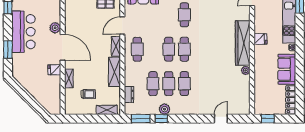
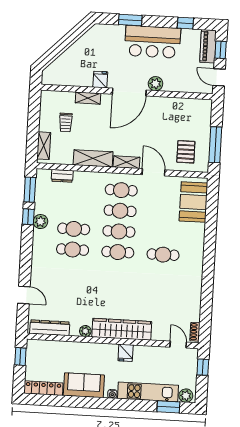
cafe table: (153, 84) -> (120, 211), moved
dresser: (245, 98) -> (50, 328), added

